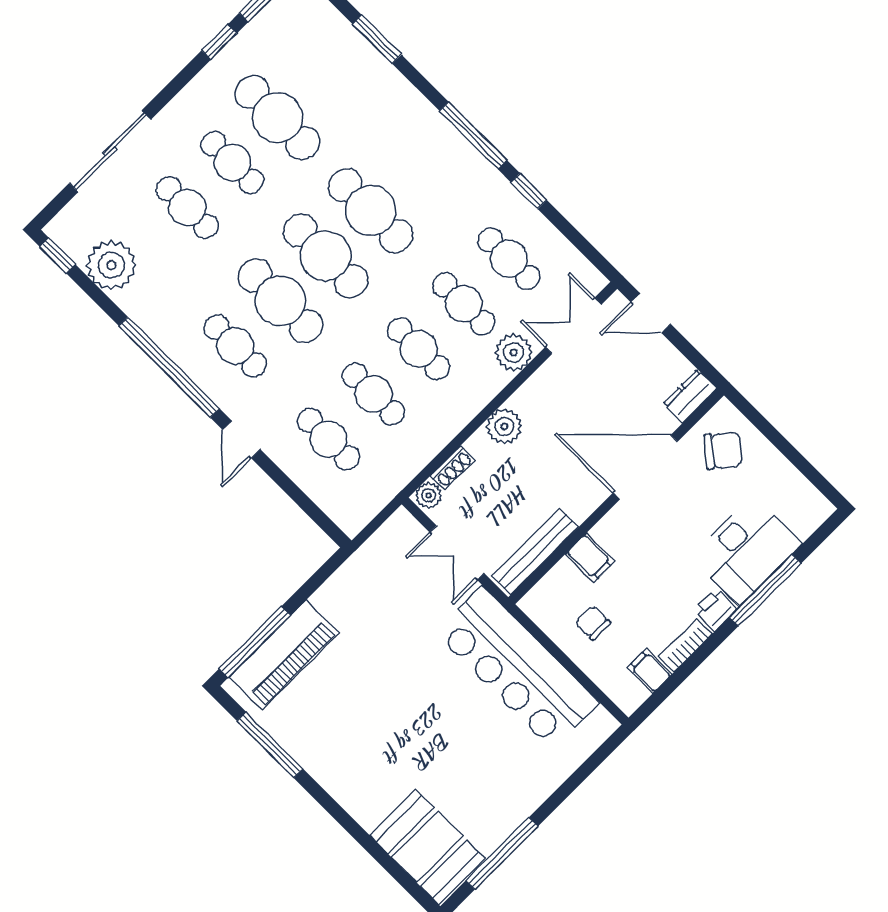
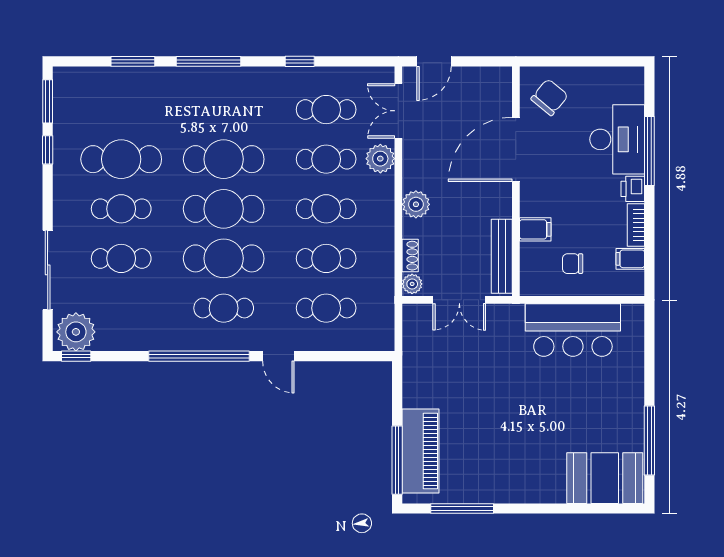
window: (473, 136) -> (209, 61), moved
plant: (111, 265) -> (76, 332), moved
dresser: (690, 396) -> (501, 86), removed
bar counter: (517, 668) -> (573, 330), width x0.73

